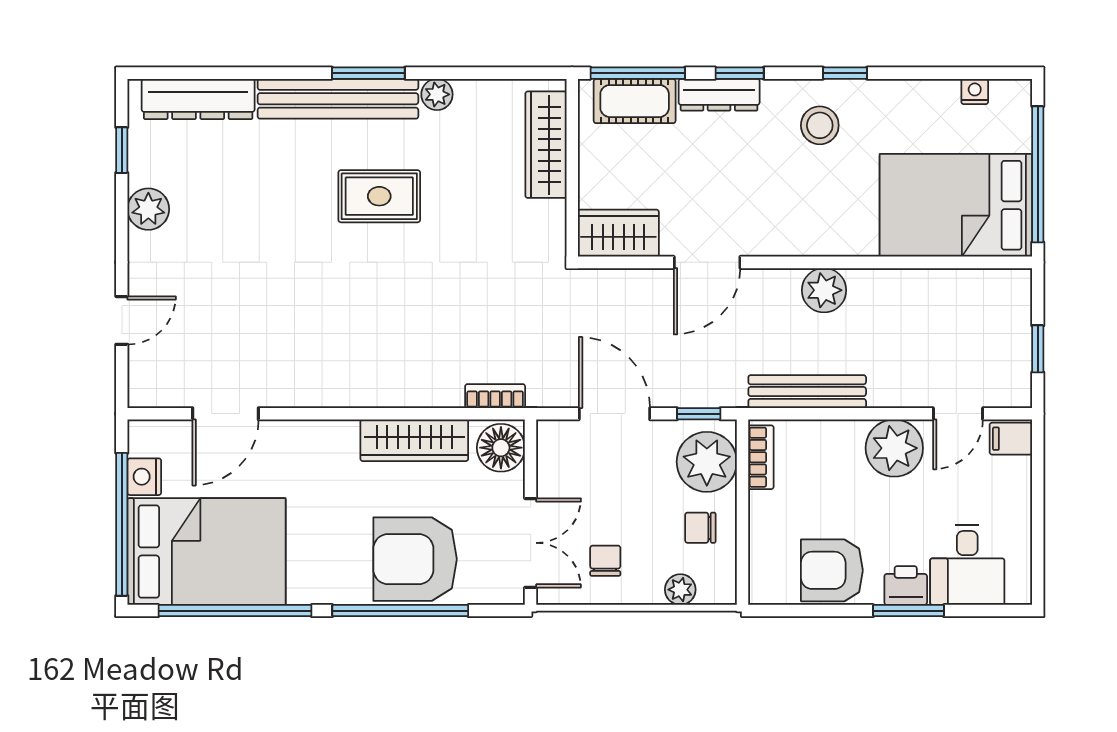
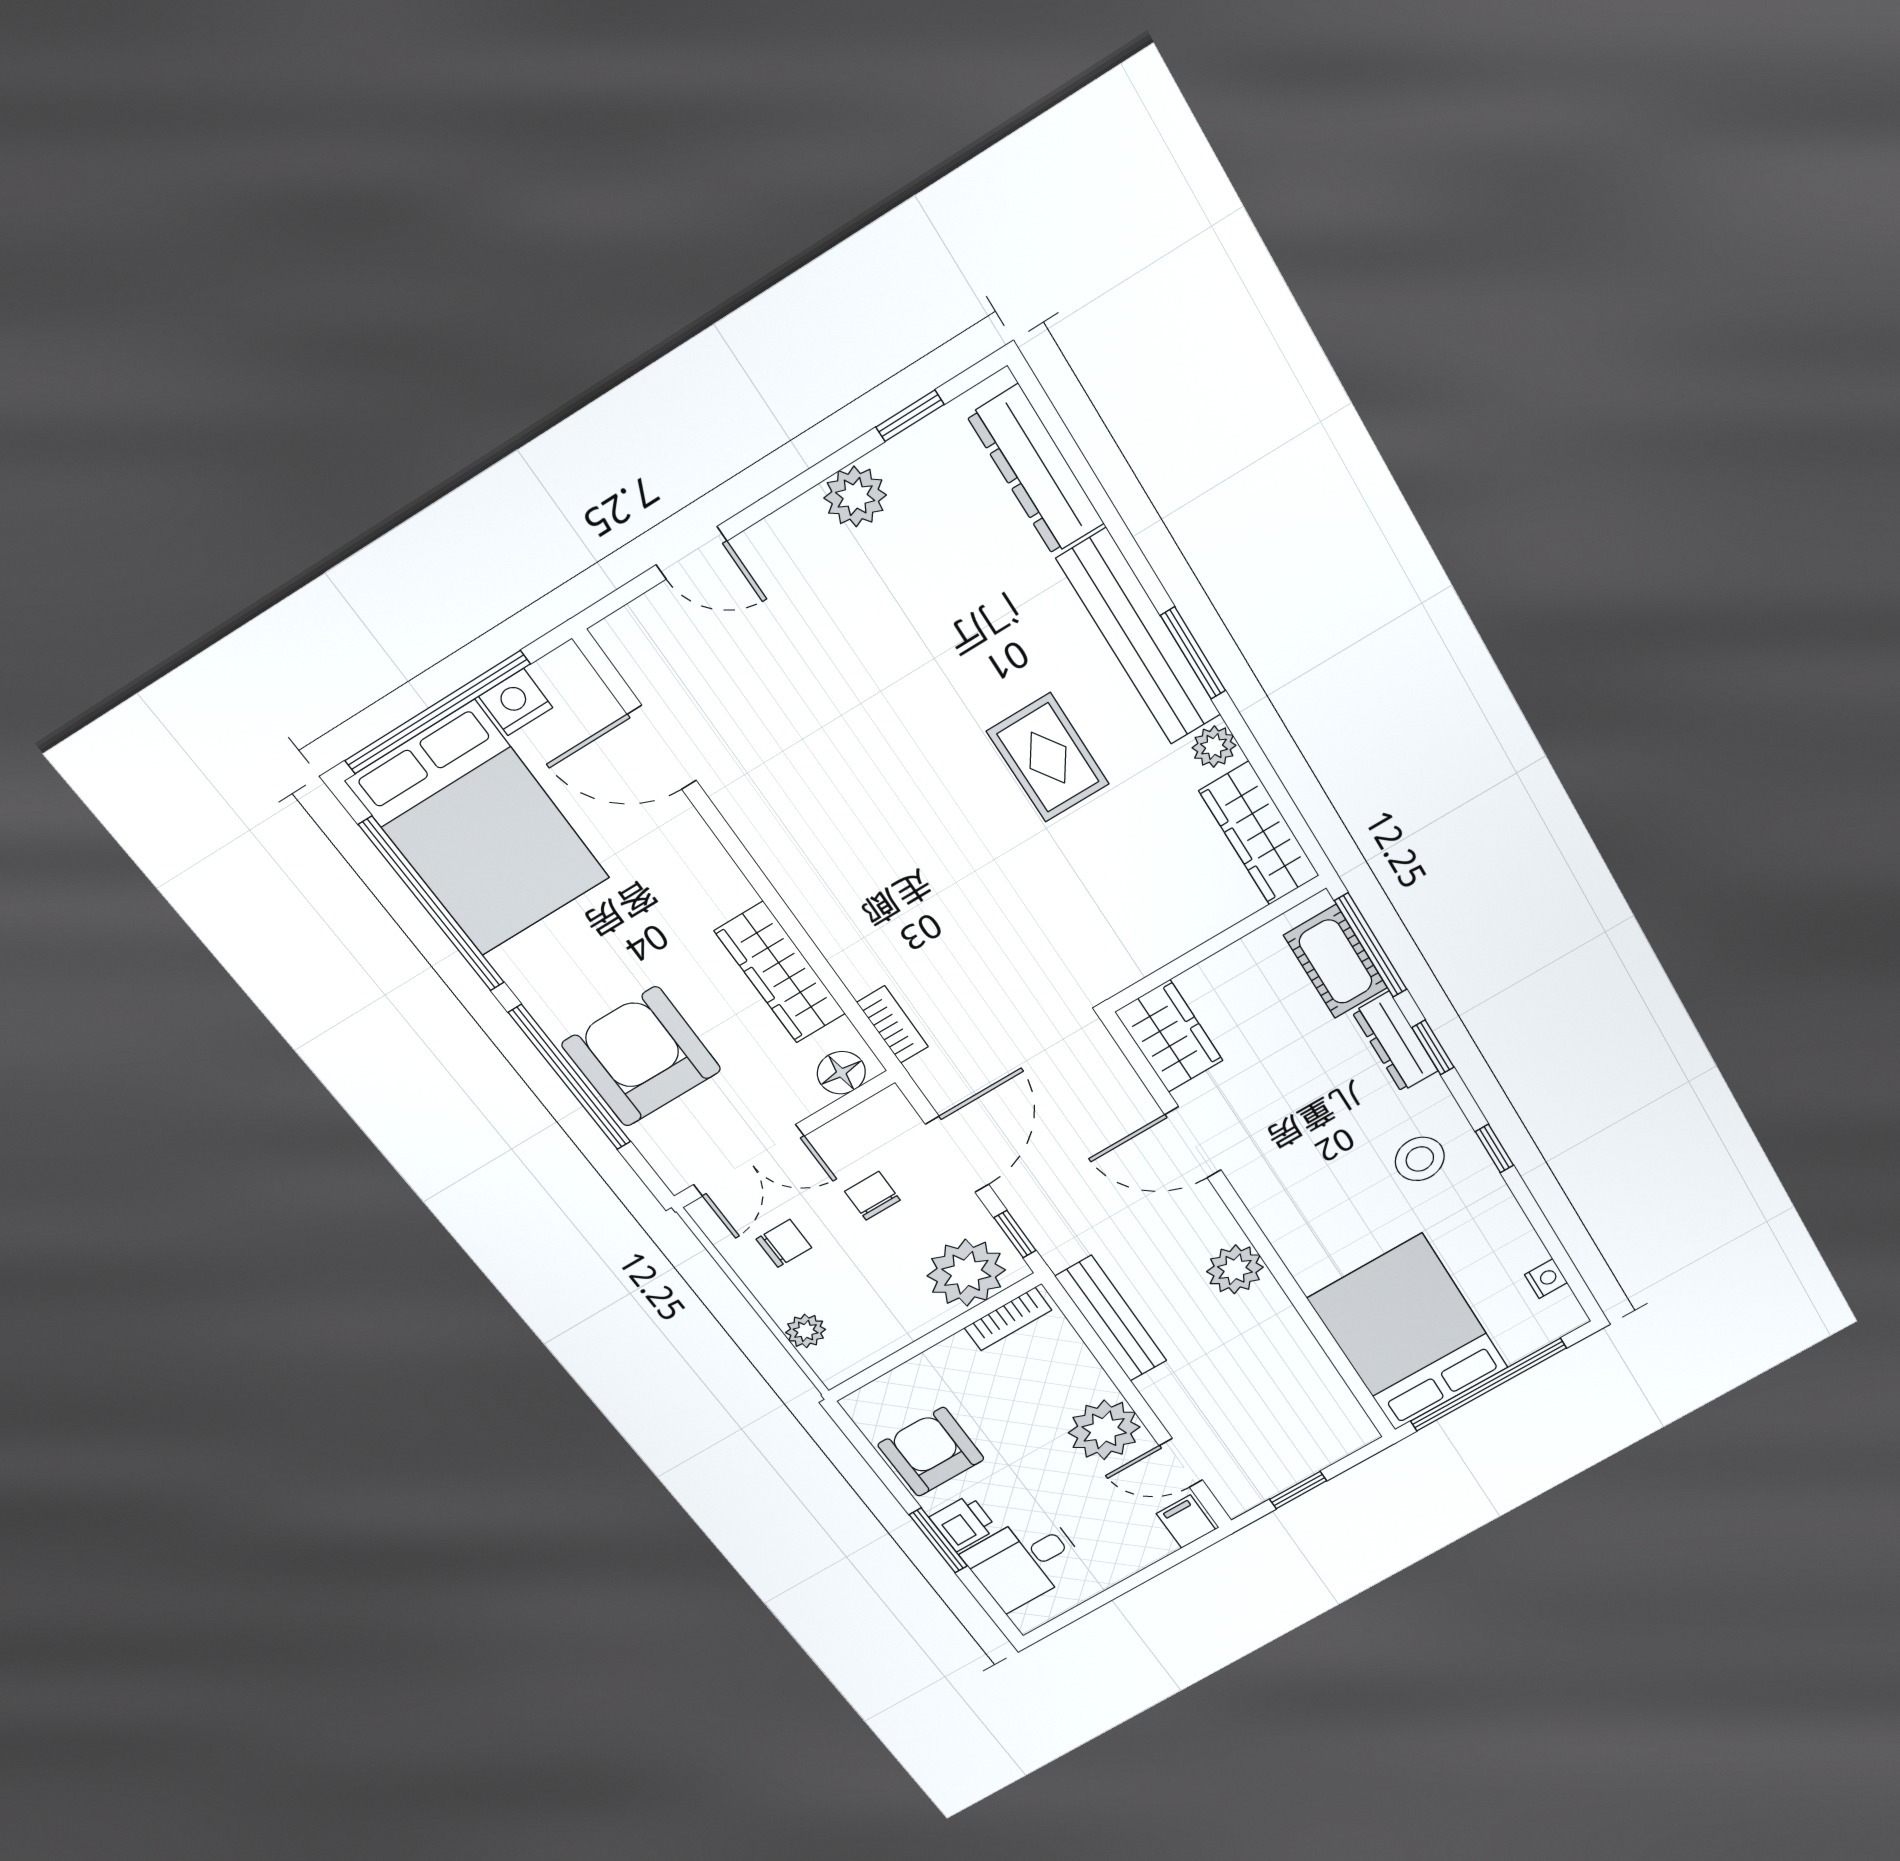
wardrobe: (546, 145) -> (1259, 834), moved, turned -90
floor lamp: (501, 448) -> (841, 1073), width x0.73, depth x0.73
chair: (700, 528) -> (872, 1196), moved

